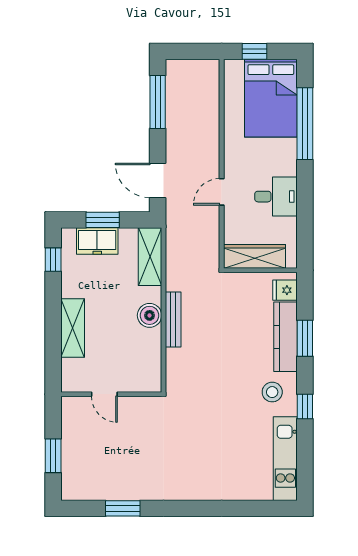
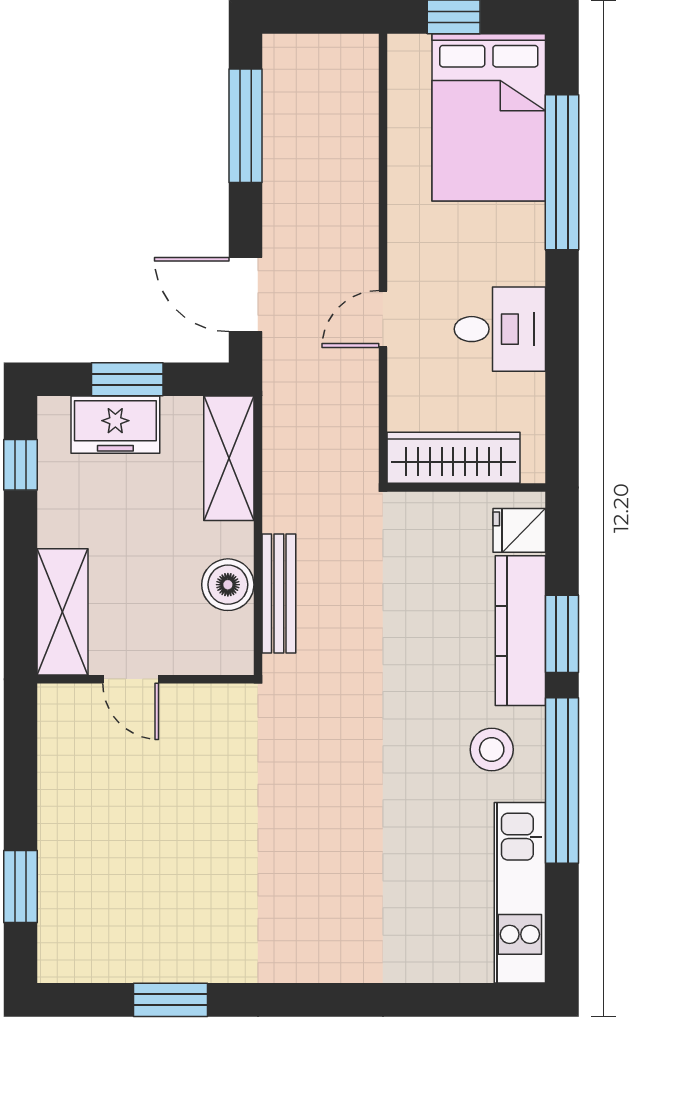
door: (104, 394) -> (131, 679), moved
wall: (111, 394) -> (146, 679), moved
window: (305, 406) -> (562, 780), width x3.17

